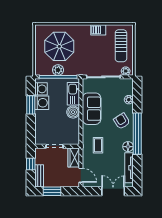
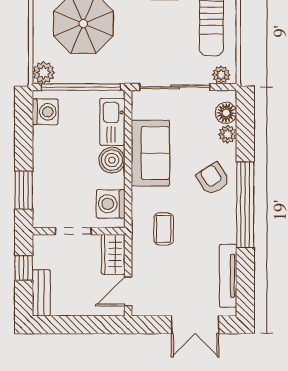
plant: (58, 70) -> (44, 73), moved
washing machine: (42, 103) -> (111, 204), moved, turned 180
window: (31, 105) -> (24, 190), moved
floor lamp: (128, 147) -> (226, 113), moved
door: (81, 175) -> (128, 291), swing flipped
window: (52, 191) -> (68, 325), removed
double door: (113, 191) -> (195, 325), swing flipped

